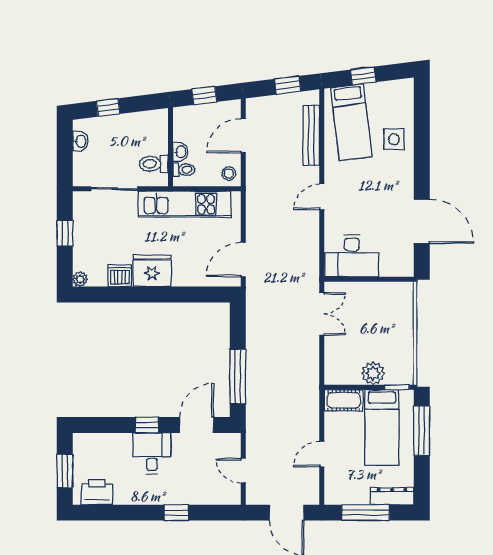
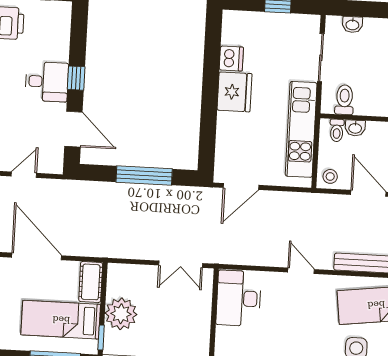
washbasin: (80, 141) -> (352, 25), moved
door: (243, 259) -> (241, 186), swing flipped
plant: (80, 279) -> (230, 18), removed
plant: (373, 373) -> (121, 314), width x1.36, depth x1.36
window: (238, 376) -> (144, 176), moved
door: (322, 454) -> (37, 256), width x1.88

